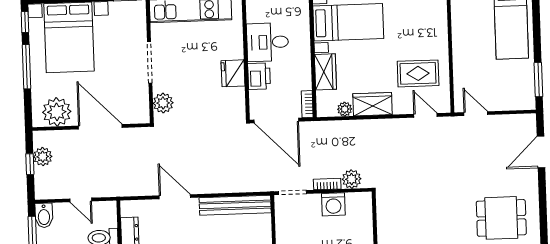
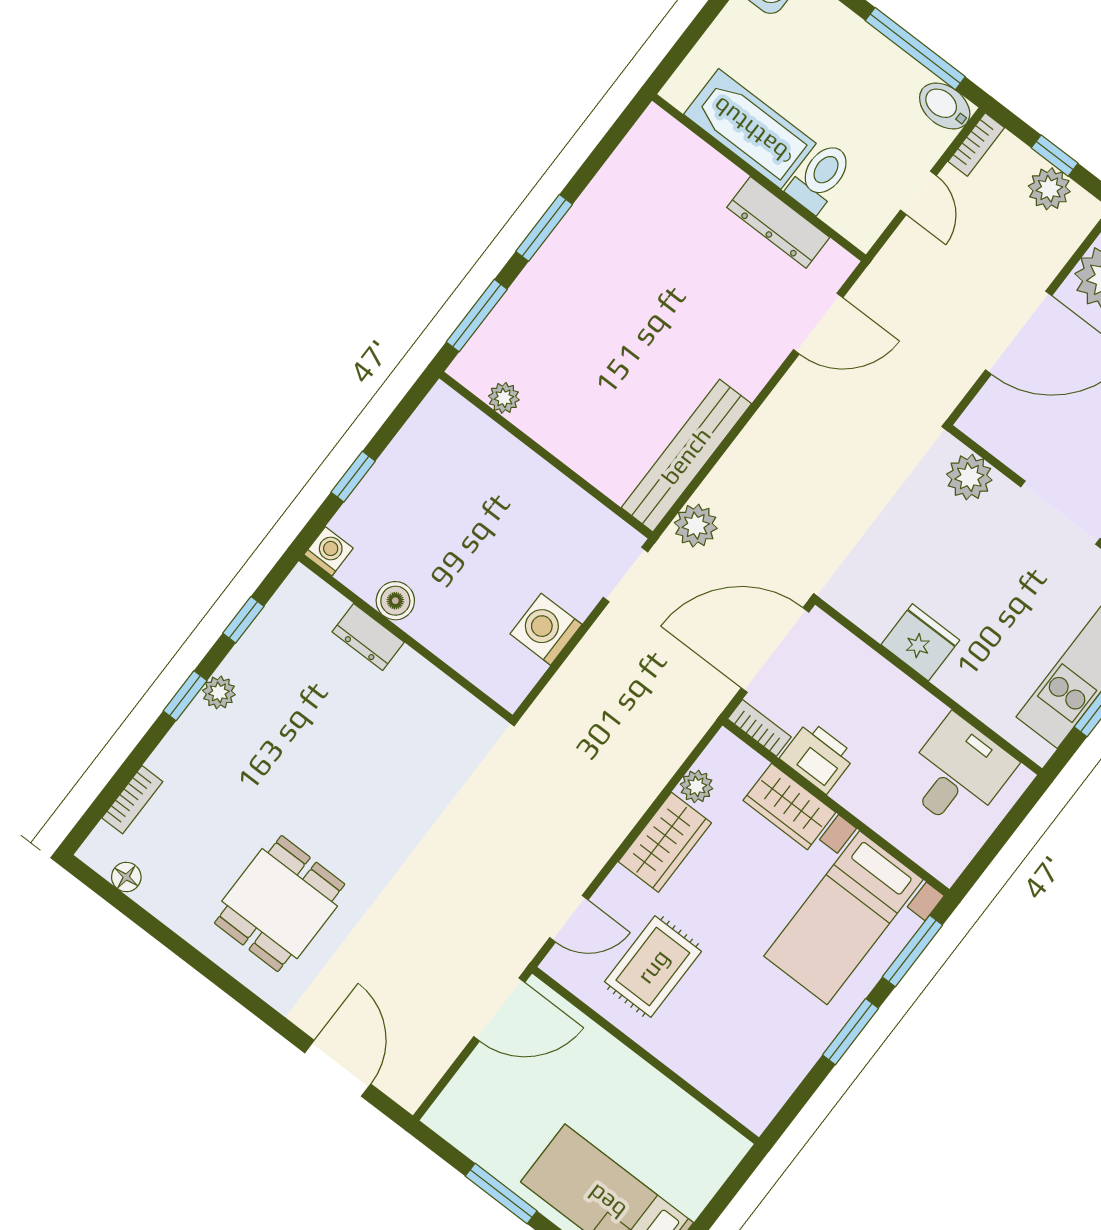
desk: (268, 42) -> (958, 773), moved
printer: (259, 76) -> (818, 757), moved, turned 180
window: (538, 80) -> (501, 1194), moved
door: (476, 114) -> (499, 1010), width x1.37
plant: (352, 179) -> (696, 526), moved
bookcase: (327, 184) -> (976, 144), moved
door: (175, 197) -> (818, 324), moved
door: (81, 200) -> (918, 193), swing flipped

